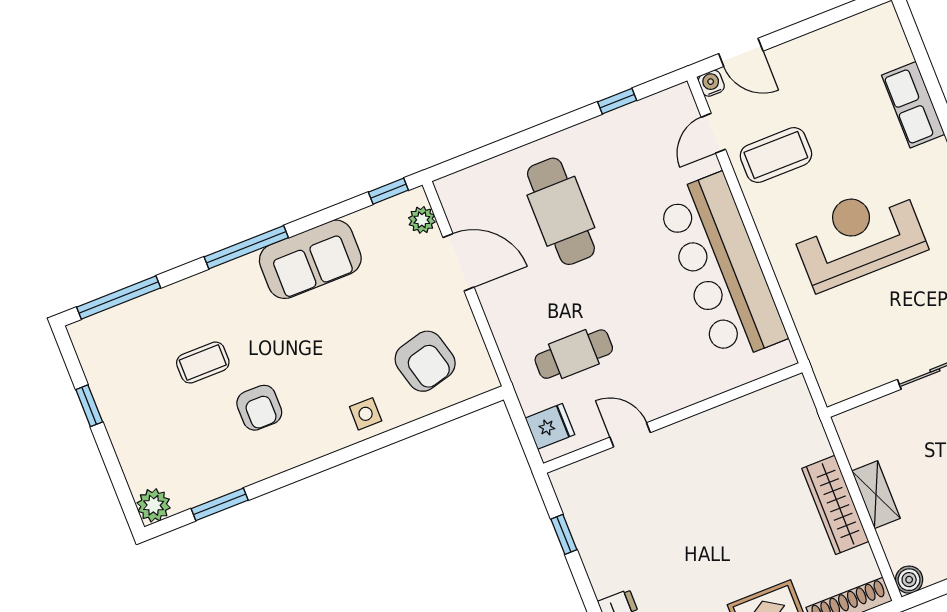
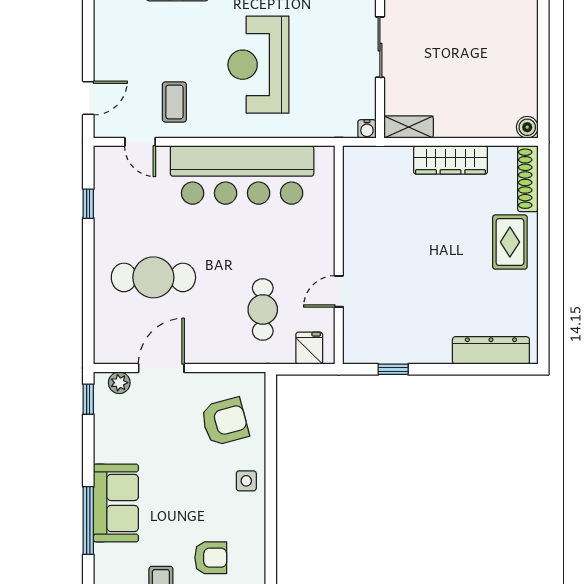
water cooler: (711, 83) -> (367, 129), moved, turned -90
coffee table: (776, 155) -> (174, 102), width x0.73, depth x0.77
sofa: (310, 259) -> (116, 503), moved
shelving: (876, 495) -> (409, 127), moved

